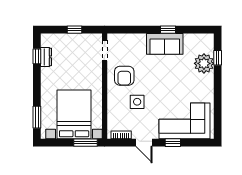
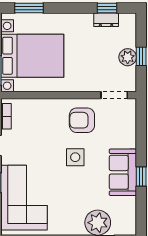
plant: (75, 40) -> (128, 57), added
side table: (137, 102) -> (75, 157), moved

